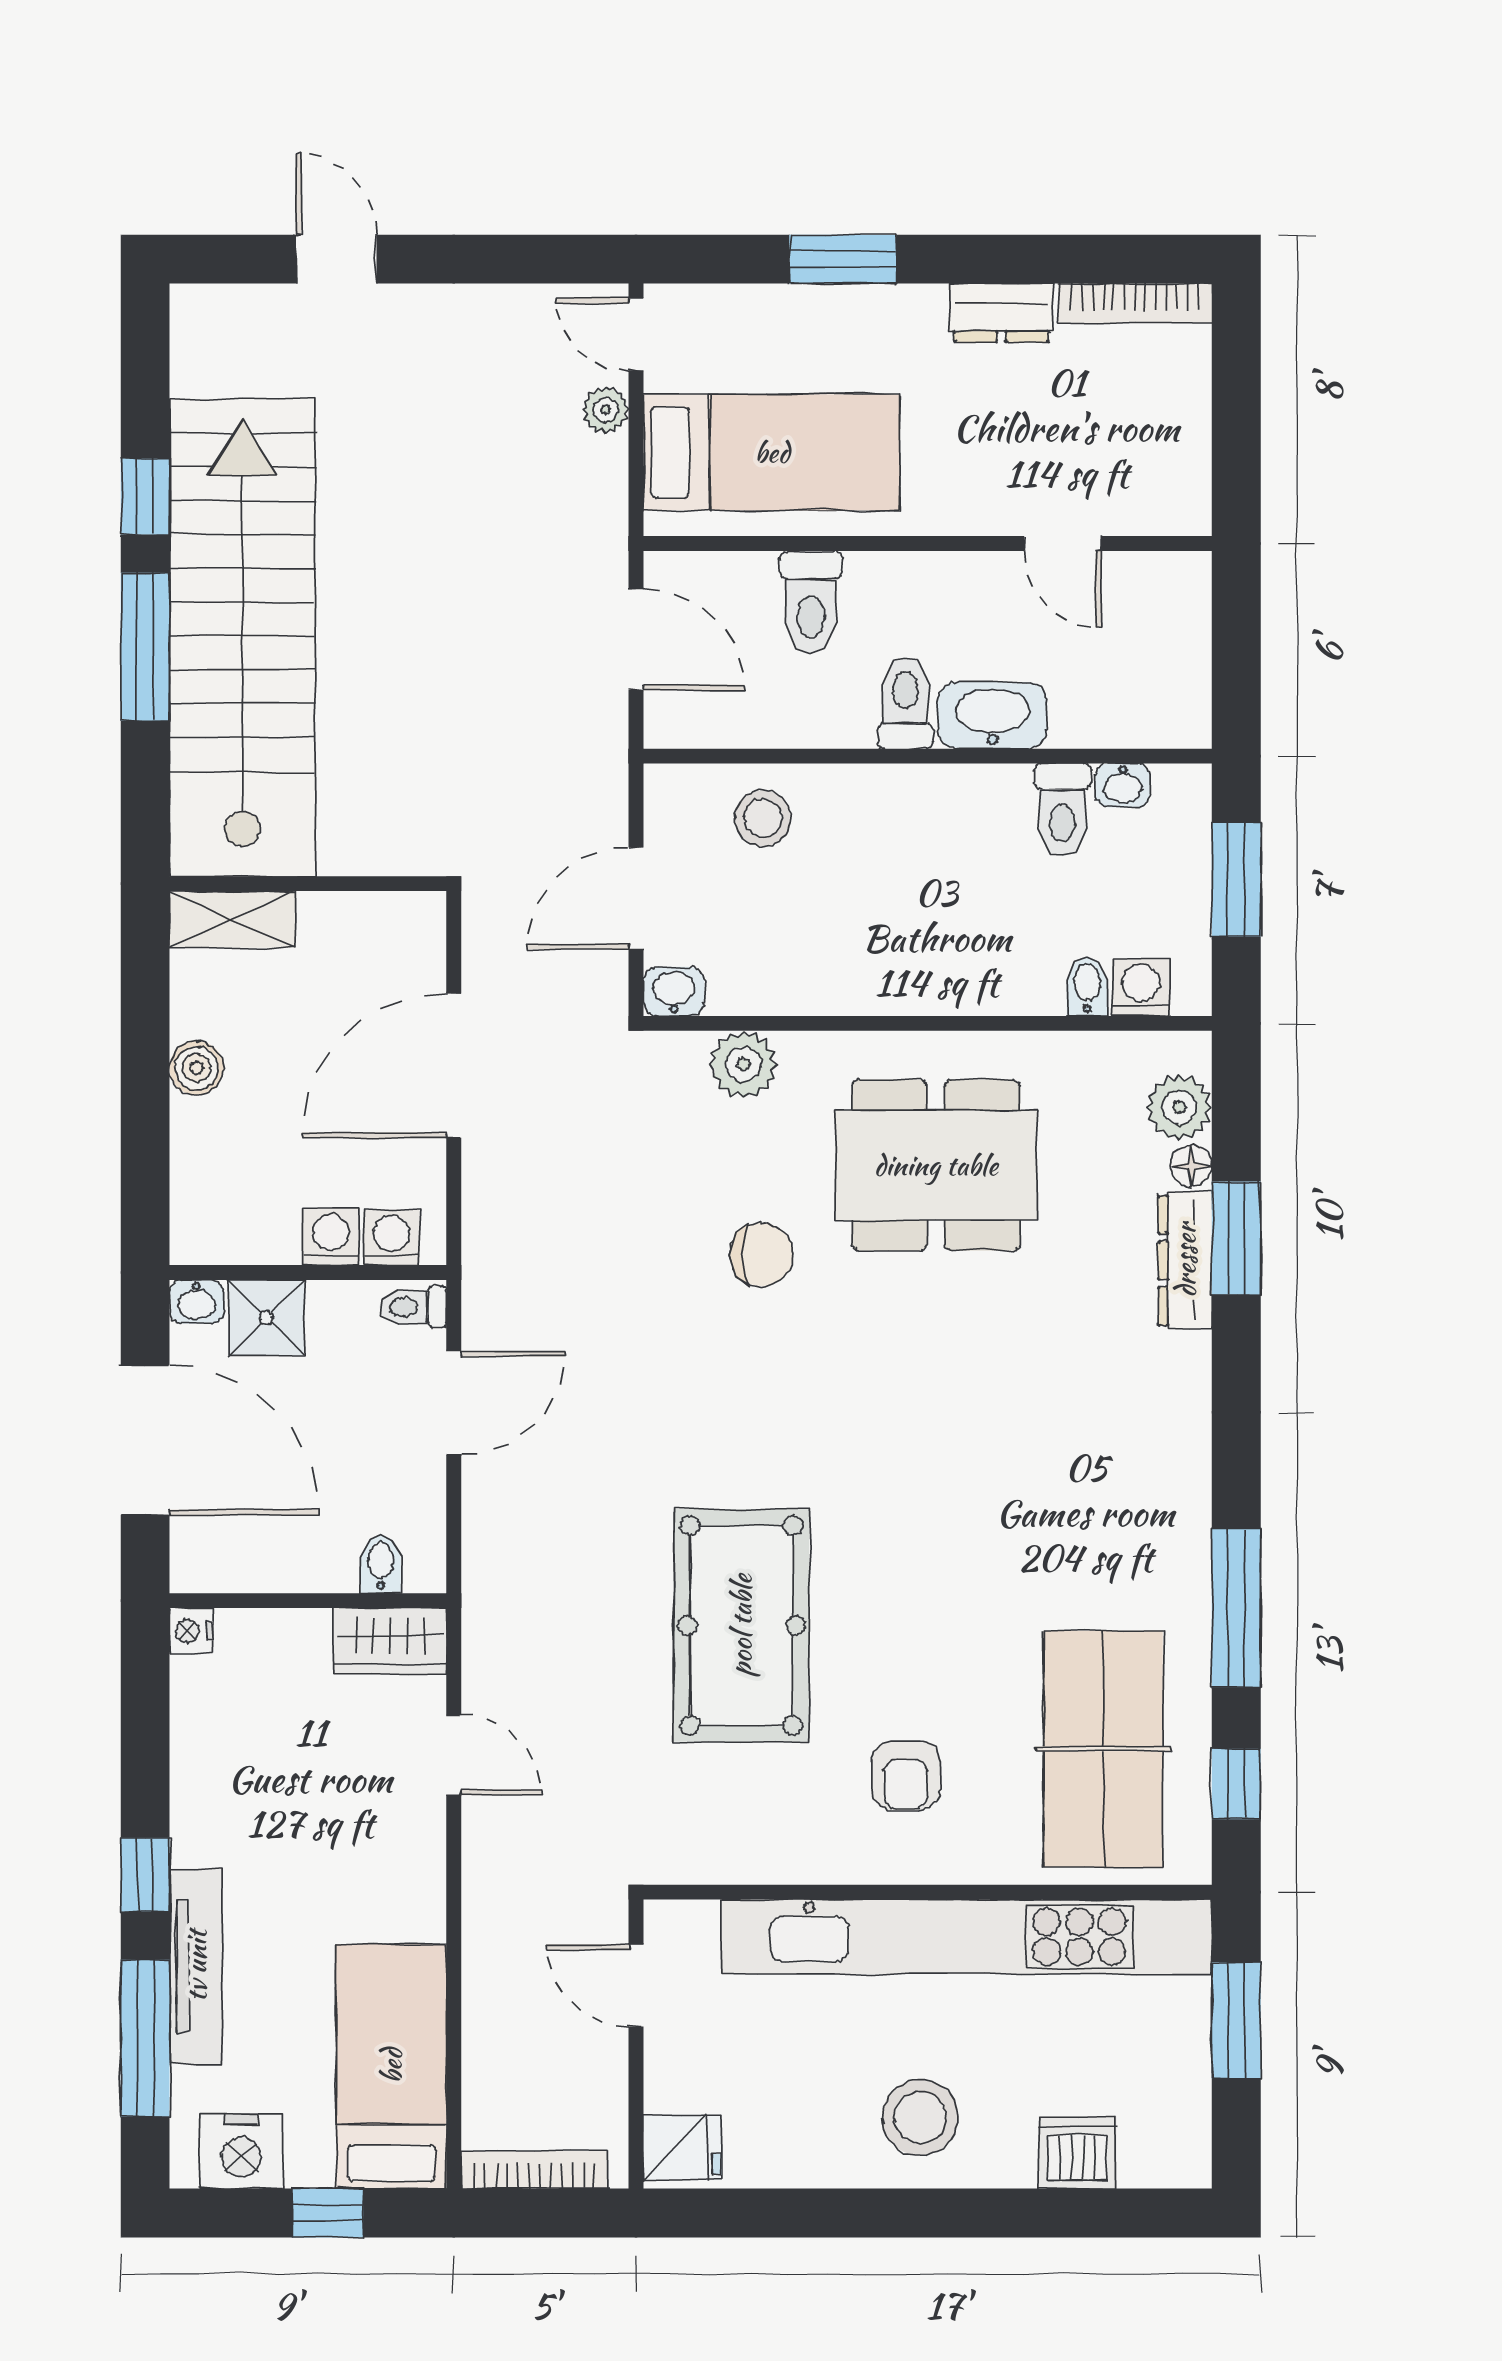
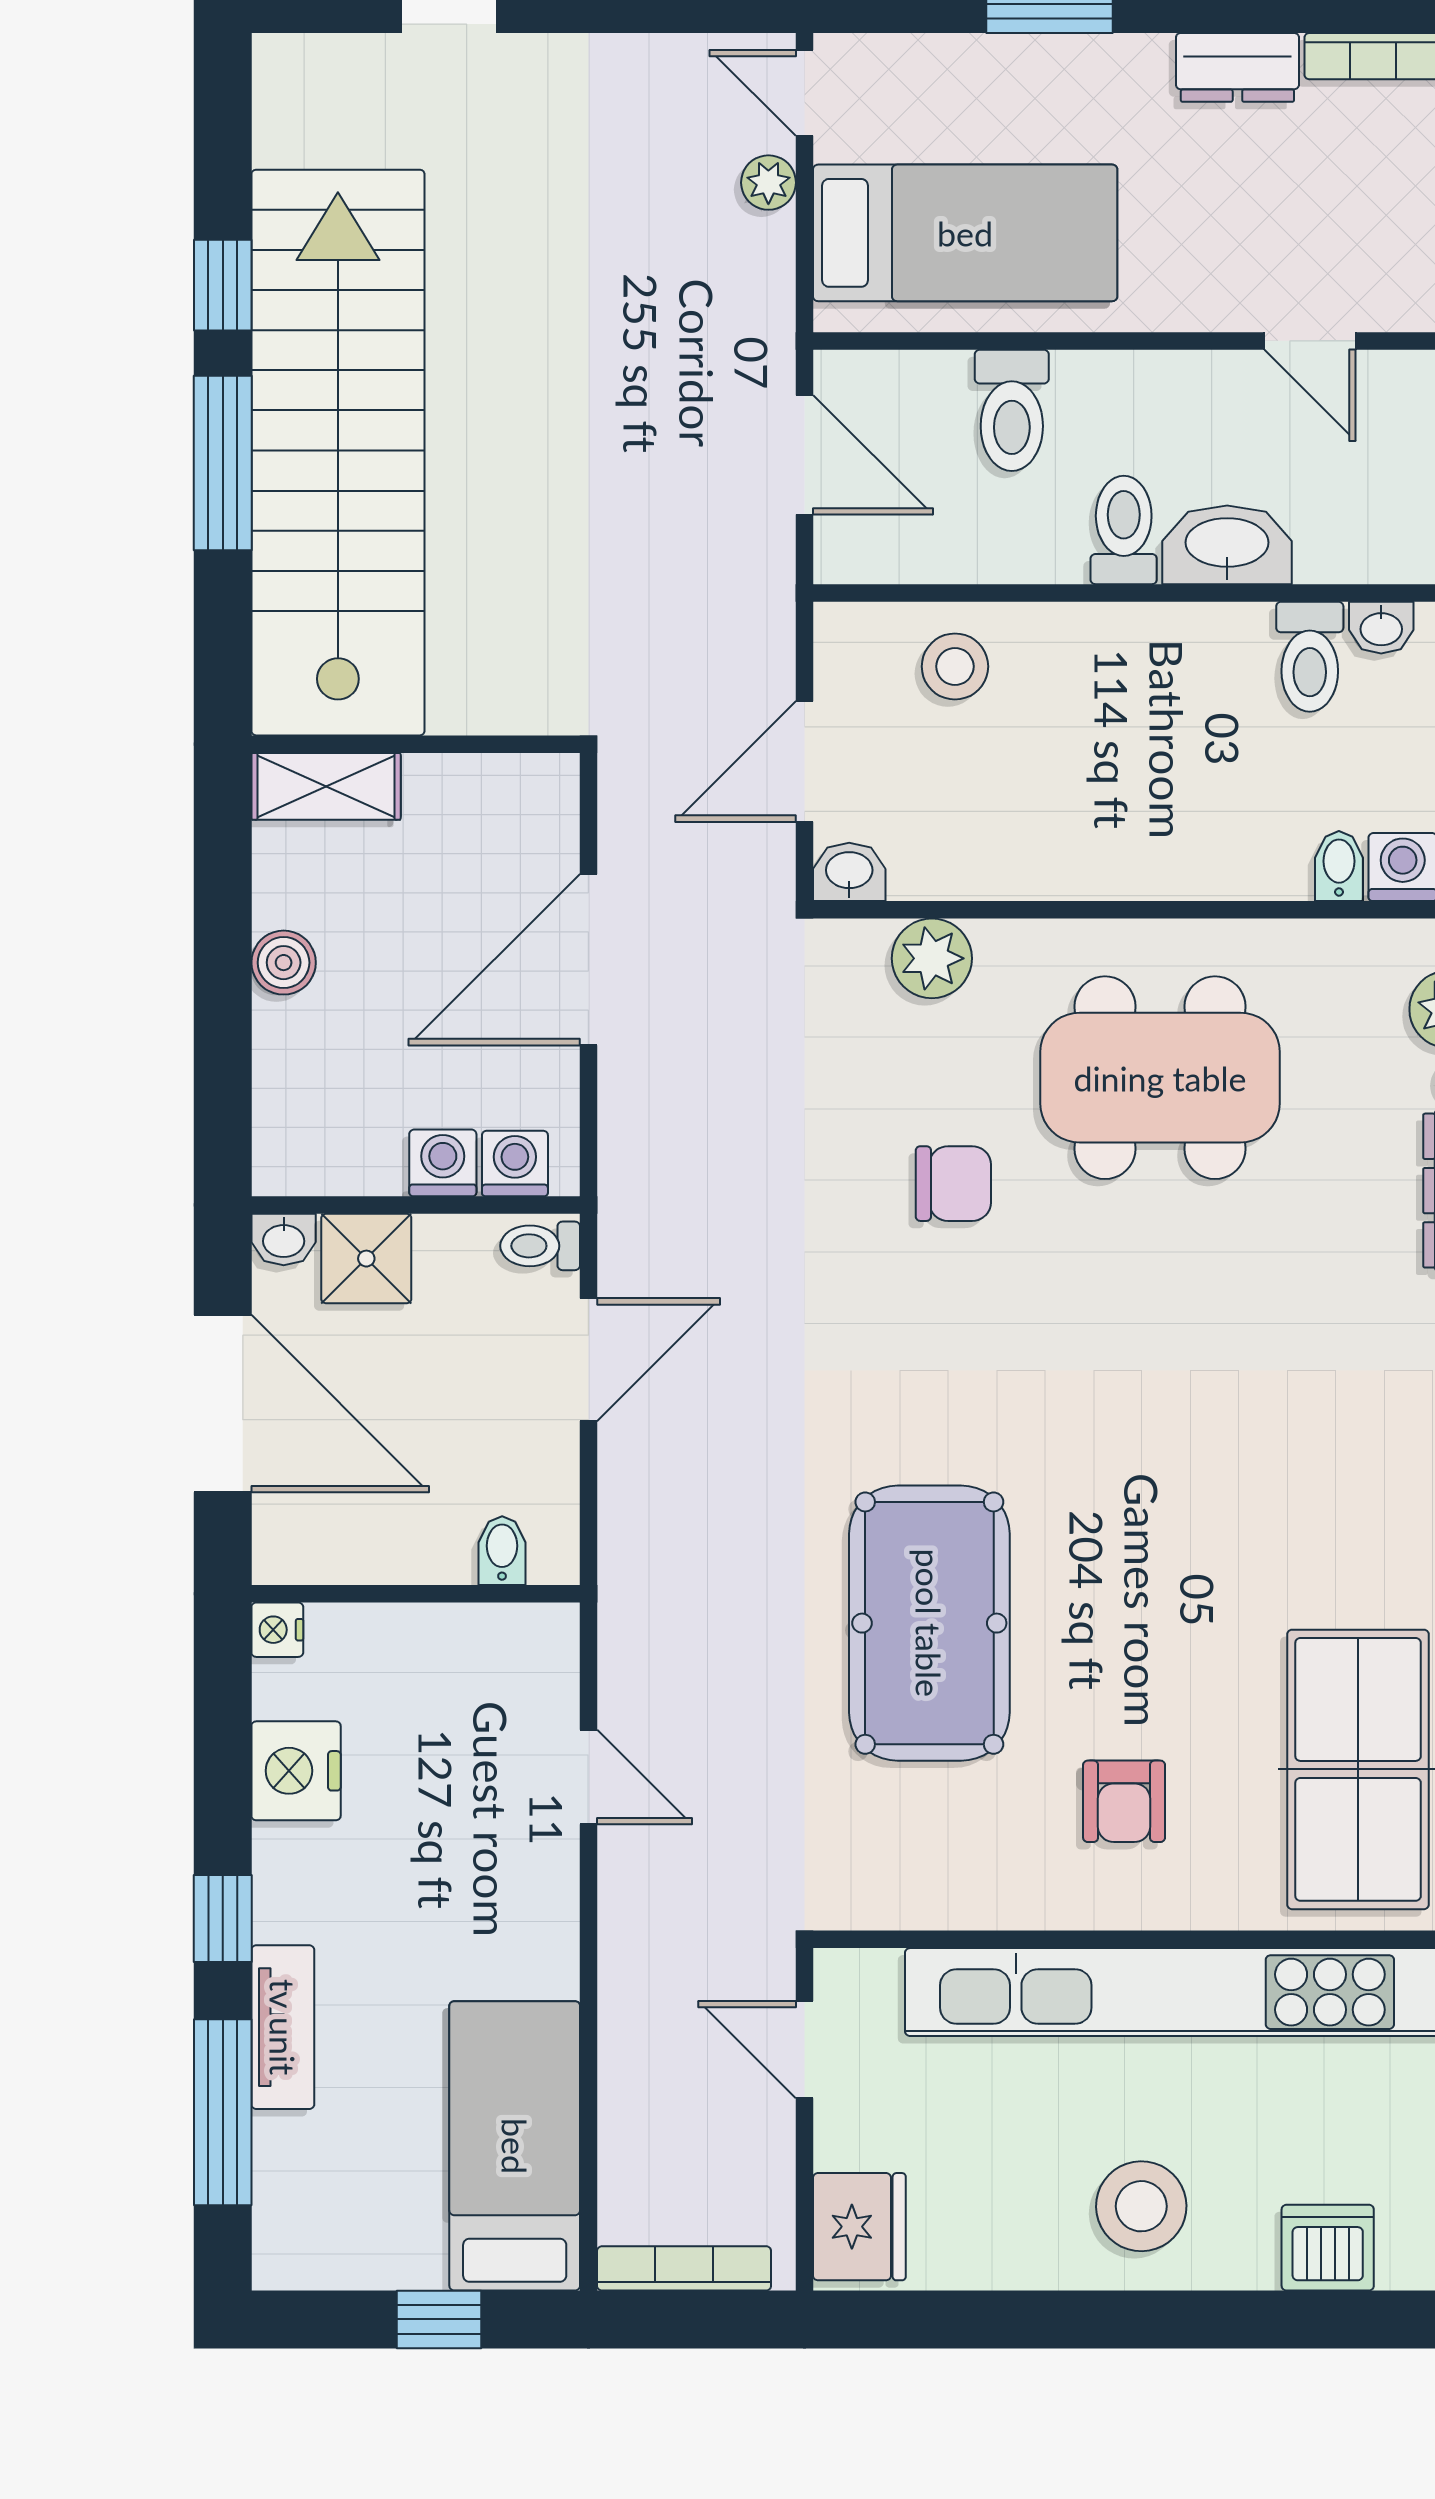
wardrobe: (390, 1641) -> (513, 1641), removed
tv unit: (196, 1966) -> (283, 2027), width x0.71
fridge: (682, 2147) -> (859, 2227), width x1.38
nightstand: (241, 2151) -> (296, 1771), moved, turned 90

